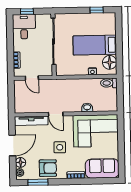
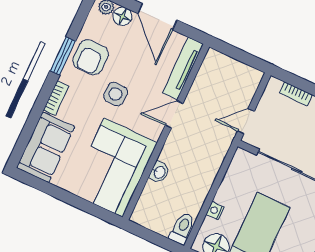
door: (32, 78) -> (246, 121), moved
window: (38, 182) -> (63, 56), moved

